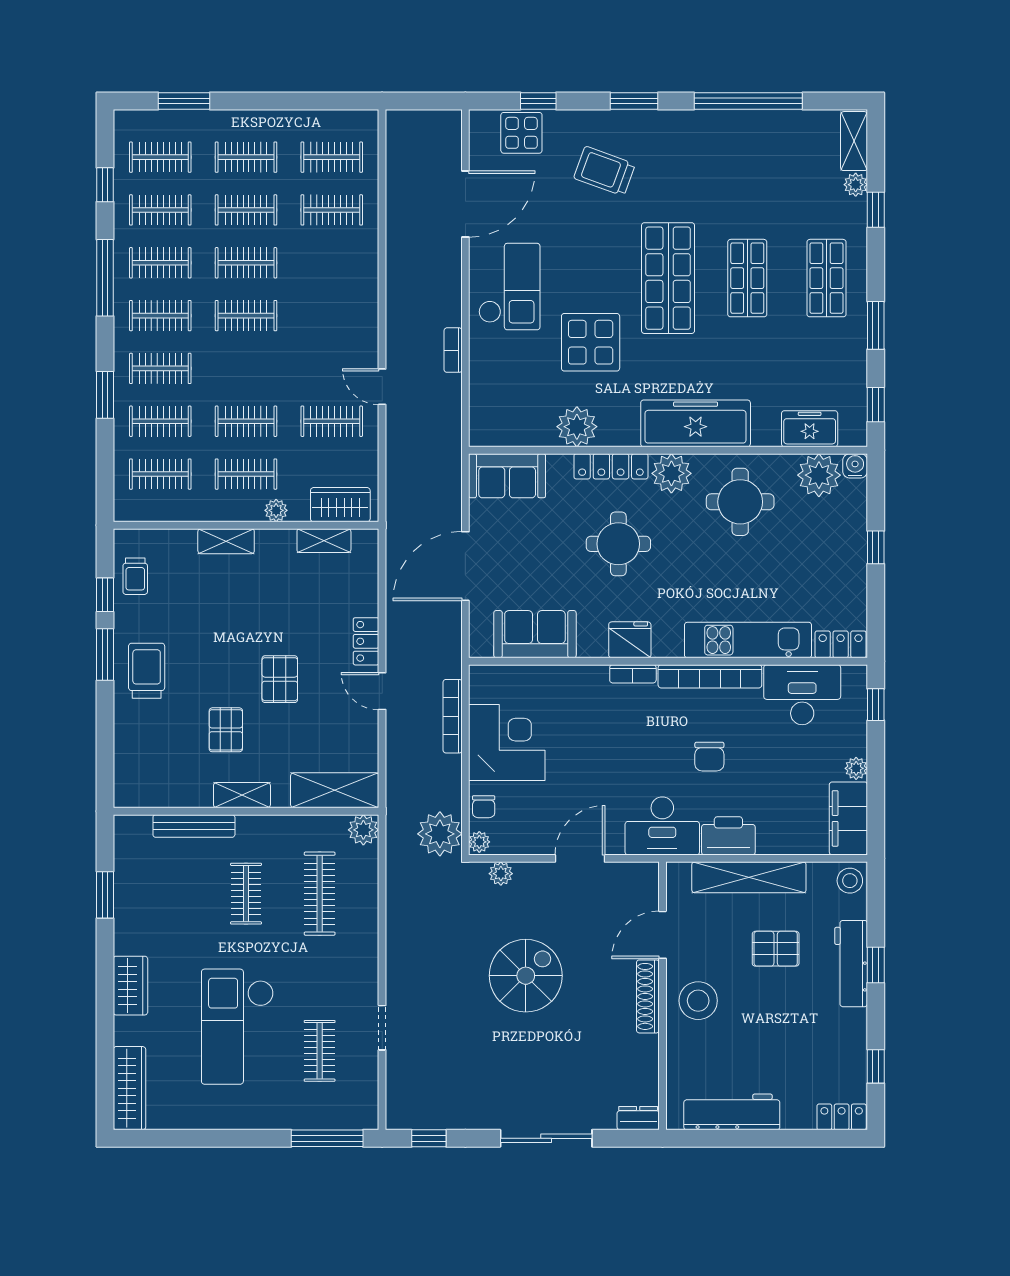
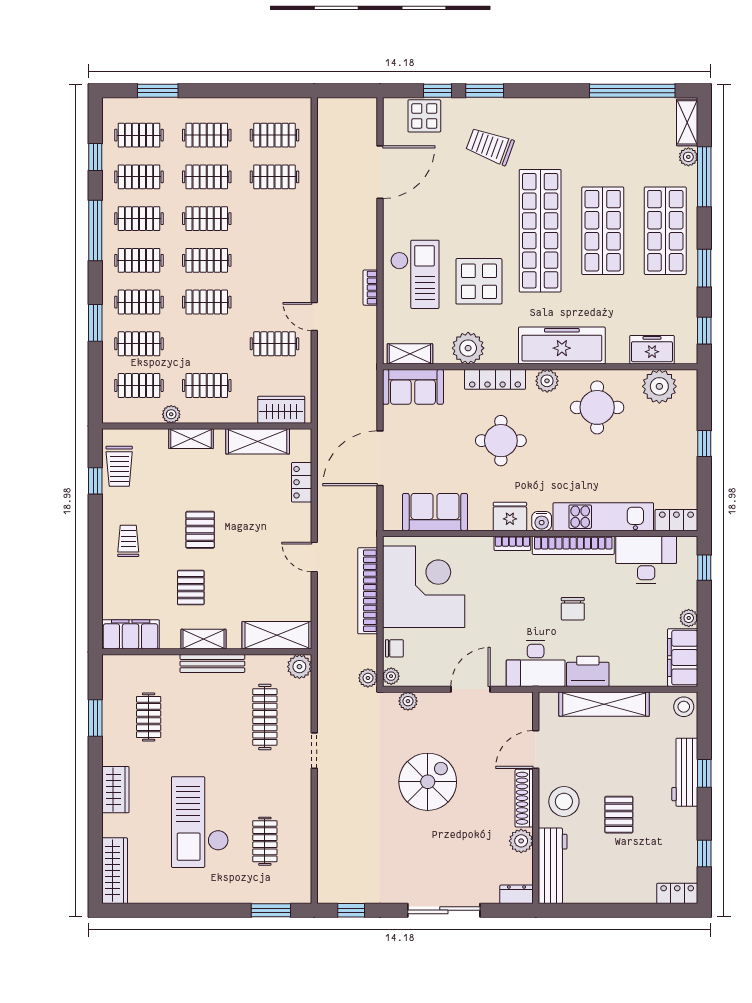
window: (634, 101) -> (485, 91), moved
window: (748, 101) -> (632, 91), moved
window: (876, 210) -> (704, 177), width x2.17
shop shelf: (668, 278) -> (540, 231), width x1.40
shop shelf: (747, 278) -> (603, 231), width x1.43, depth x1.36
shop shelf: (826, 278) -> (665, 231), width x1.43, depth x1.36
checkout: (509, 287) -> (415, 274), moved
clothes rail: (246, 421) -> (207, 302), moved
shelving: (503, 434) -> (410, 354), added
water cooler: (855, 466) -> (542, 521), moved, turned 180
plant: (671, 473) -> (547, 381), width x0.73, depth x0.73
plant: (276, 510) -> (171, 414), moved
shelving: (324, 541) -> (258, 441), width x1.50, depth x1.33
trolley: (135, 576) -> (119, 466), width x1.36, depth x1.39
locker: (366, 641) -> (302, 482), moved
window: (105, 655) -> (95, 528), removed
trolley: (147, 671) -> (128, 541), width x0.73, depth x0.72
pallet: (280, 679) -> (200, 530), moved
bookcase: (453, 716) -> (368, 591), width x1.48, depth x1.31
corner desk: (507, 743) -> (424, 587), width x1.36, depth x1.36
filing cabinet: (150, 789) -> (131, 634), added
chair: (484, 807) -> (394, 648), turned -90
bench: (194, 826) -> (212, 664), moved
plant: (440, 834) -> (368, 678), width x0.53, depth x0.53
clothes rail: (246, 894) -> (149, 717), moved
pallet: (776, 949) -> (619, 815), moved, turned 90
doorway: (382, 1028) -> (314, 751), moved
plant: (644, 1050) -> (521, 841), added
workbench: (732, 1112) -> (553, 866), moved, turned 90
window: (327, 1138) -> (271, 910), width x0.69

